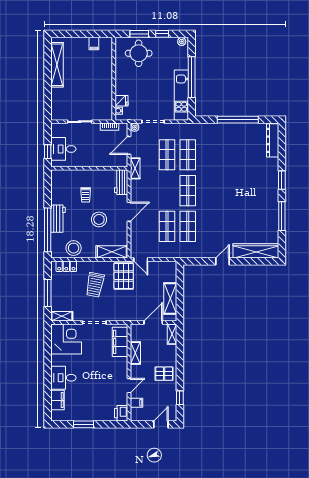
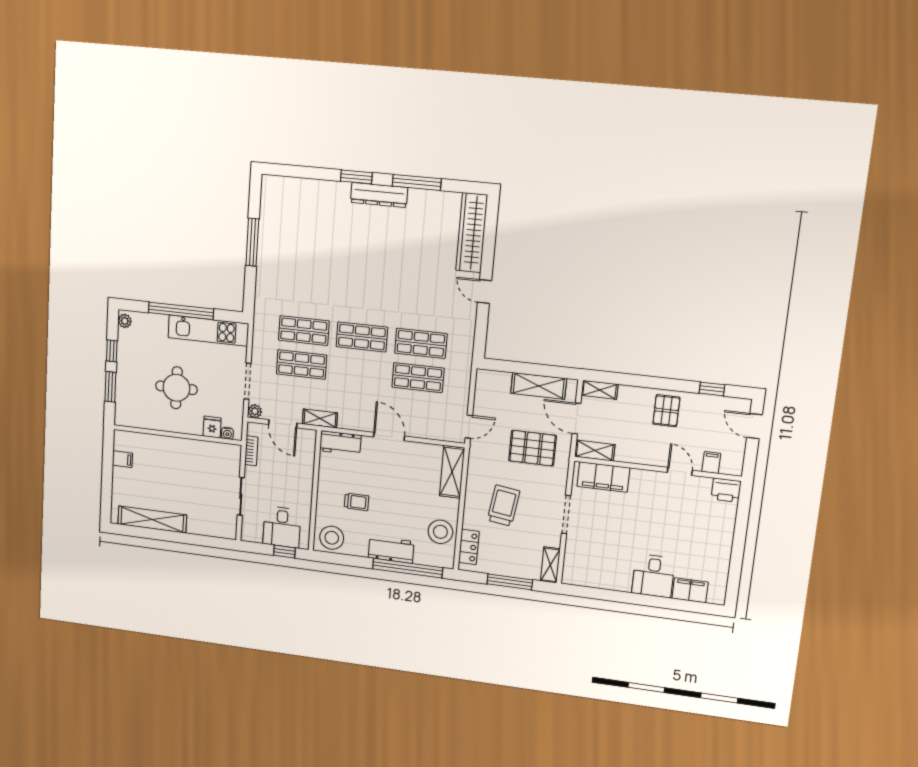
round table: (139, 53) -> (176, 388), moved
window: (238, 120) -> (252, 242), width x0.68
dresser: (273, 140) -> (379, 195), moved
stool: (99, 219) -> (332, 538), moved
pallet: (124, 276) -> (533, 448), moved
trolley: (95, 285) -> (504, 506), turned -93
corner desk: (66, 339) -> (589, 563), removed
shelving: (135, 353) -> (595, 451), moved
window: (84, 424) -> (737, 554), removed

